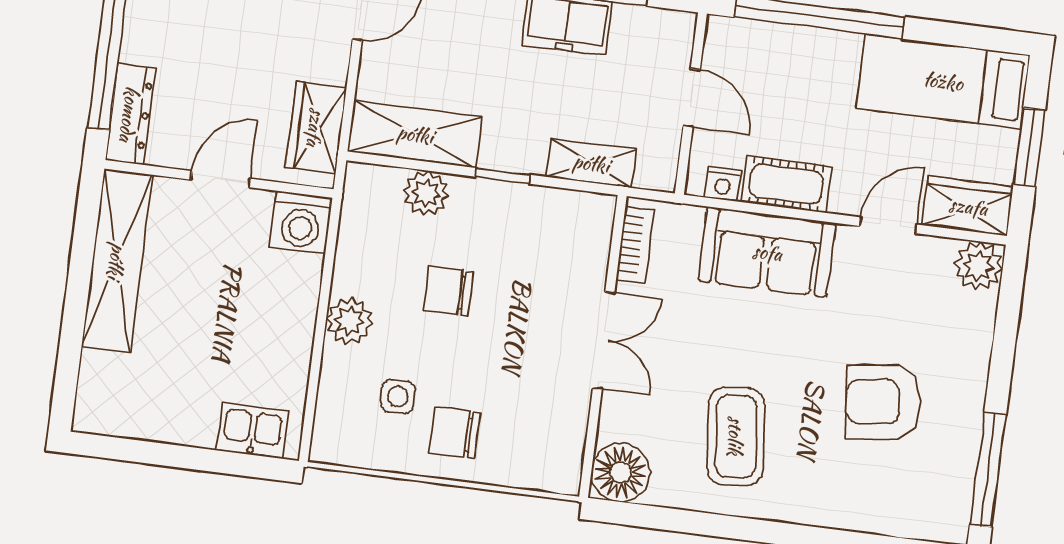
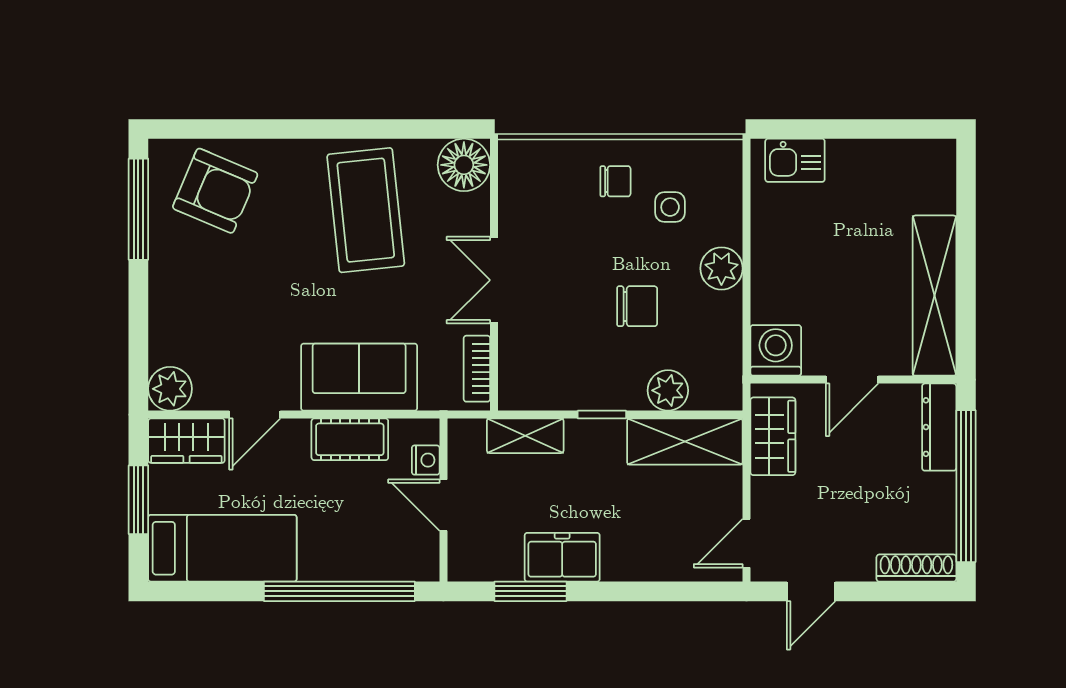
nightstand: (723, 184) -> (426, 460), moved, turned 90
armchair: (883, 402) -> (215, 191), moved, turned 30
chair: (455, 433) -> (615, 181), width x0.73, depth x0.73
coffee table: (736, 436) -> (366, 210), width x1.36, depth x1.32

